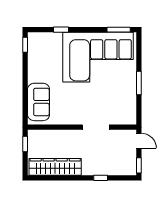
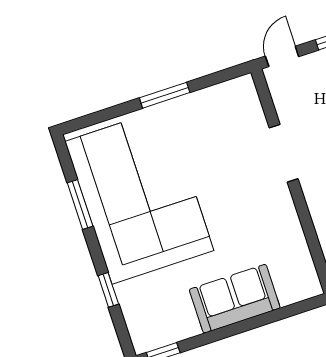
window: (119, 30) -> (80, 205), moved
sofa: (39, 102) -> (235, 299), moved

